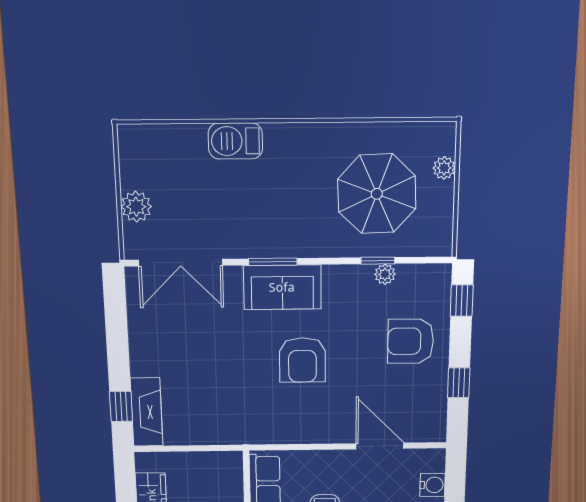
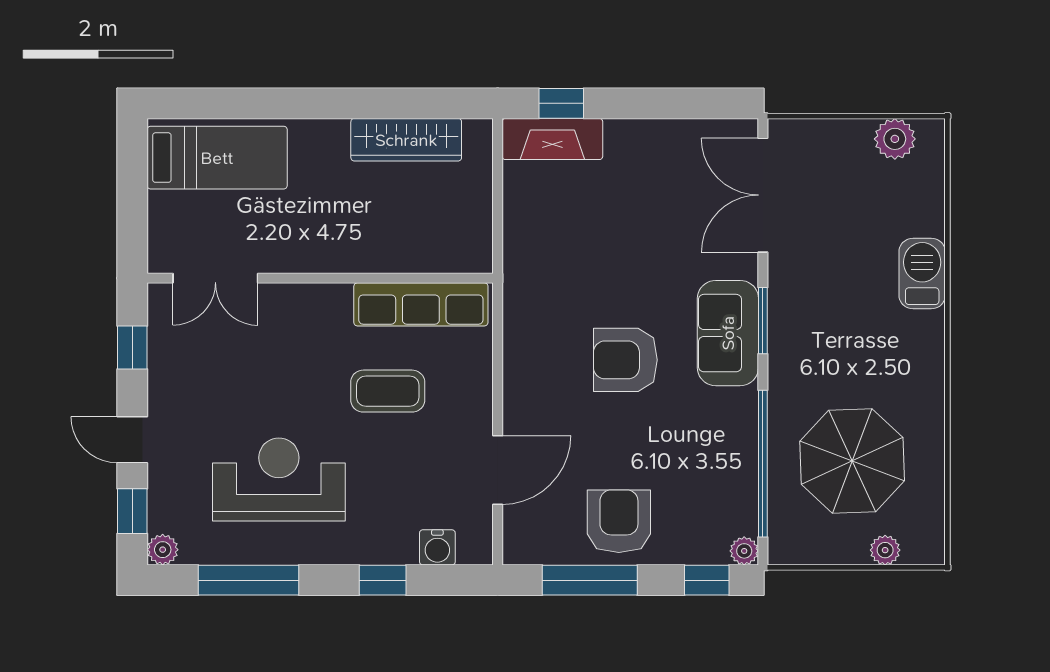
plant: (136, 207) -> (895, 139), moved
window: (378, 261) -> (763, 464), width x3.17
plant: (385, 274) -> (744, 551), moved
armchair: (411, 341) -> (619, 521), moved
window: (459, 383) -> (590, 580), width x2.17

